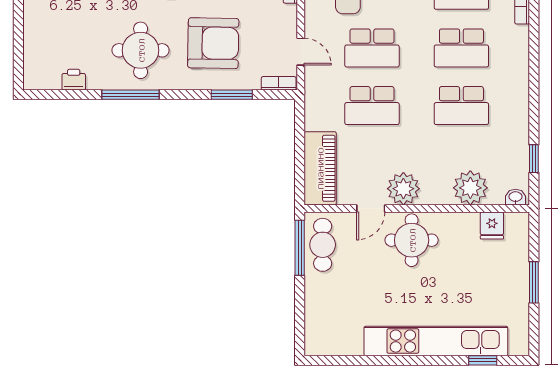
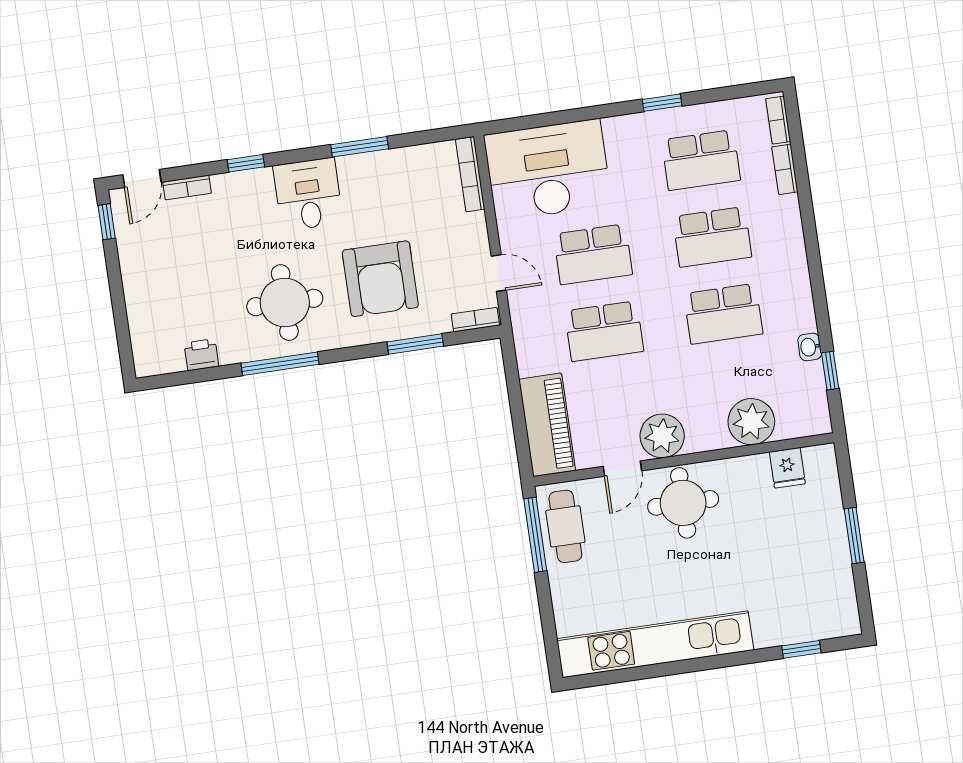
armchair: (213, 43) -> (380, 279), turned 89
washbasin: (515, 197) -> (810, 347), moved, turned -90
kitchen unit: (436, 341) -> (655, 644), moved

